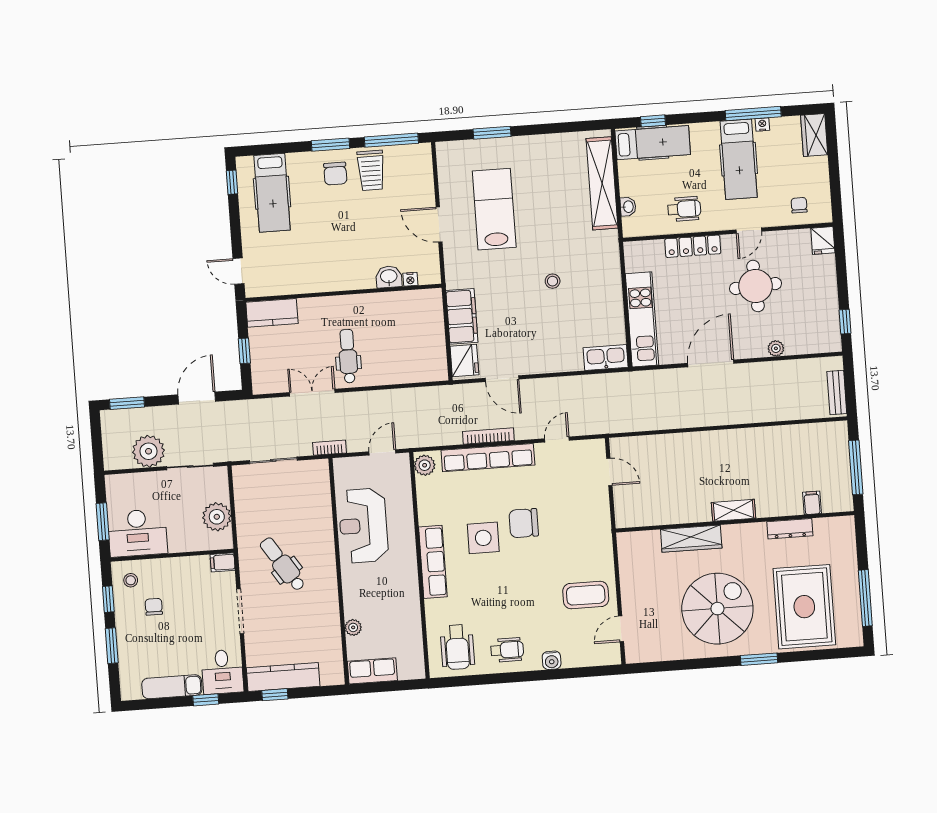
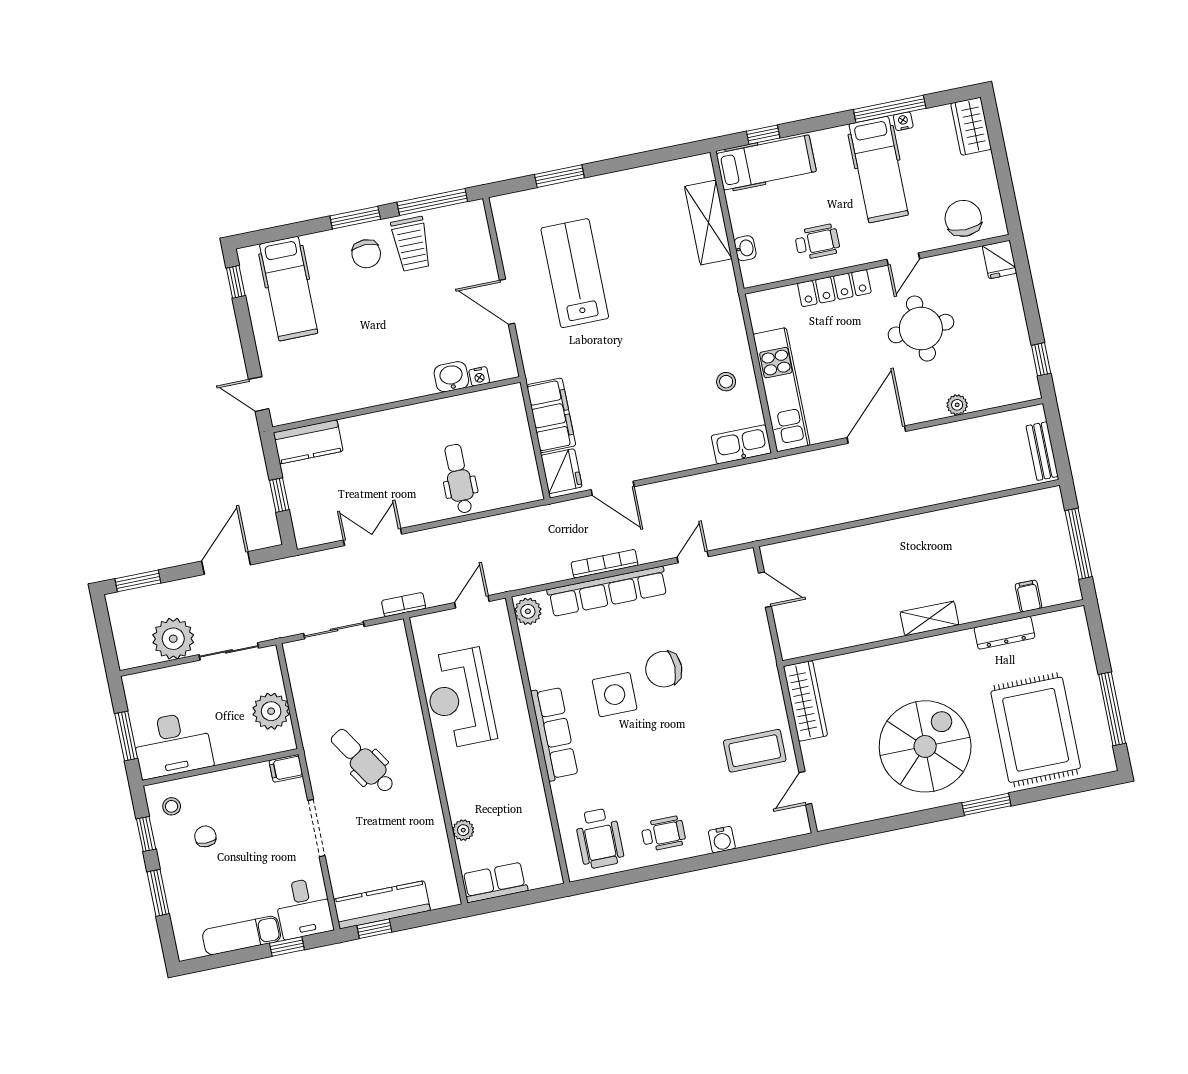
shelving: (602, 183) -> (708, 223), width x0.68
chair: (799, 205) -> (963, 218), width x1.87, depth x1.87
stool: (553, 281) -> (726, 382), moved
dental chair: (348, 356) -> (459, 479), moved
wardrobe: (691, 539) -> (805, 701), moved, turned -90

